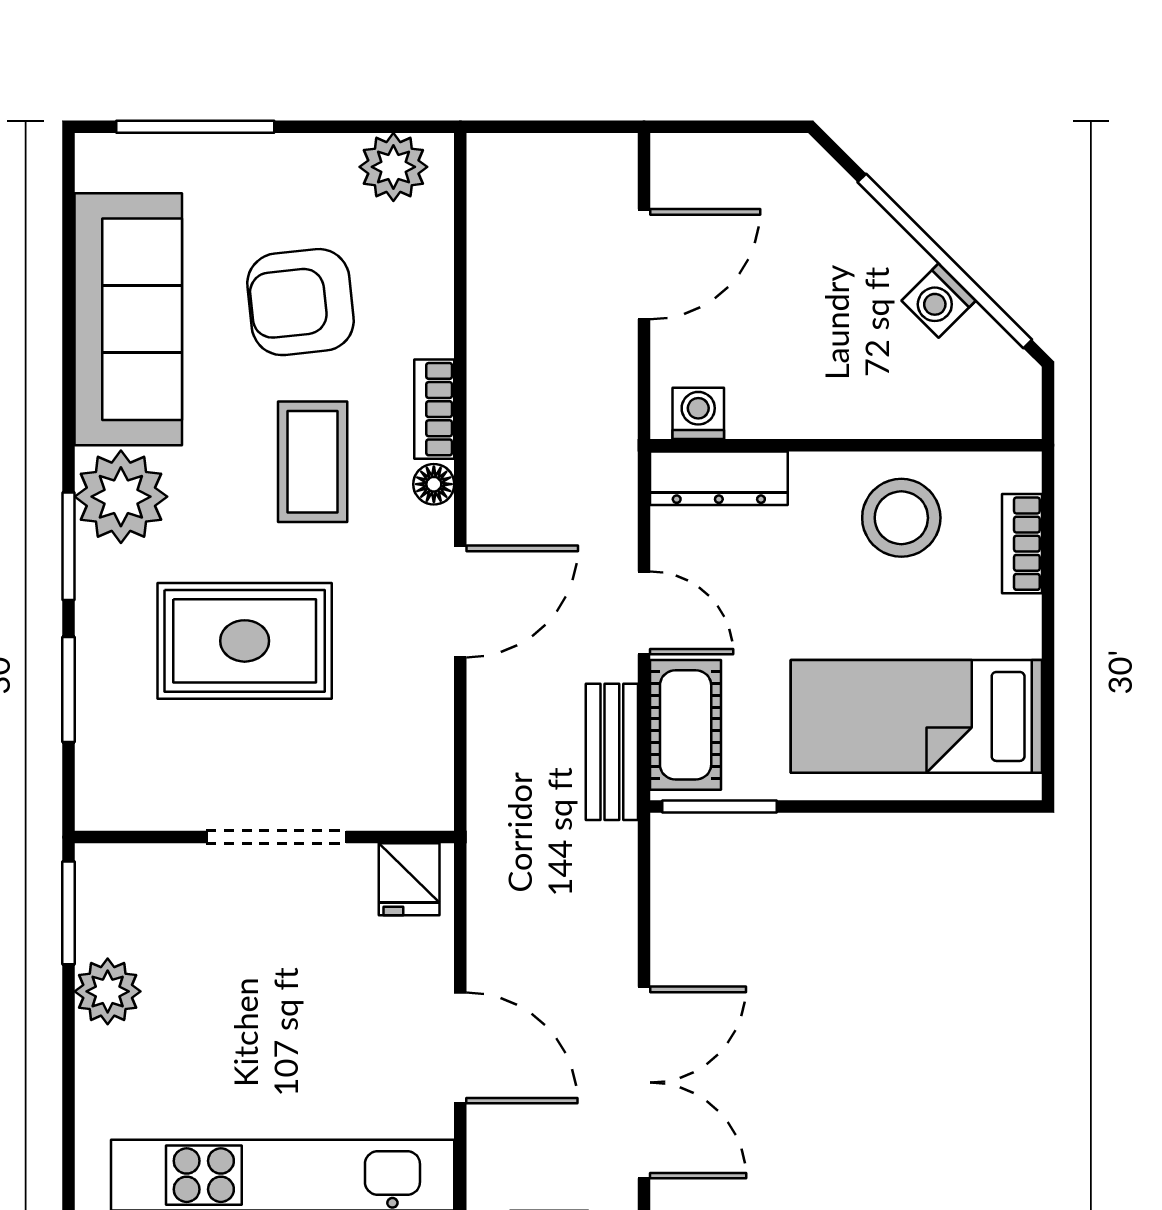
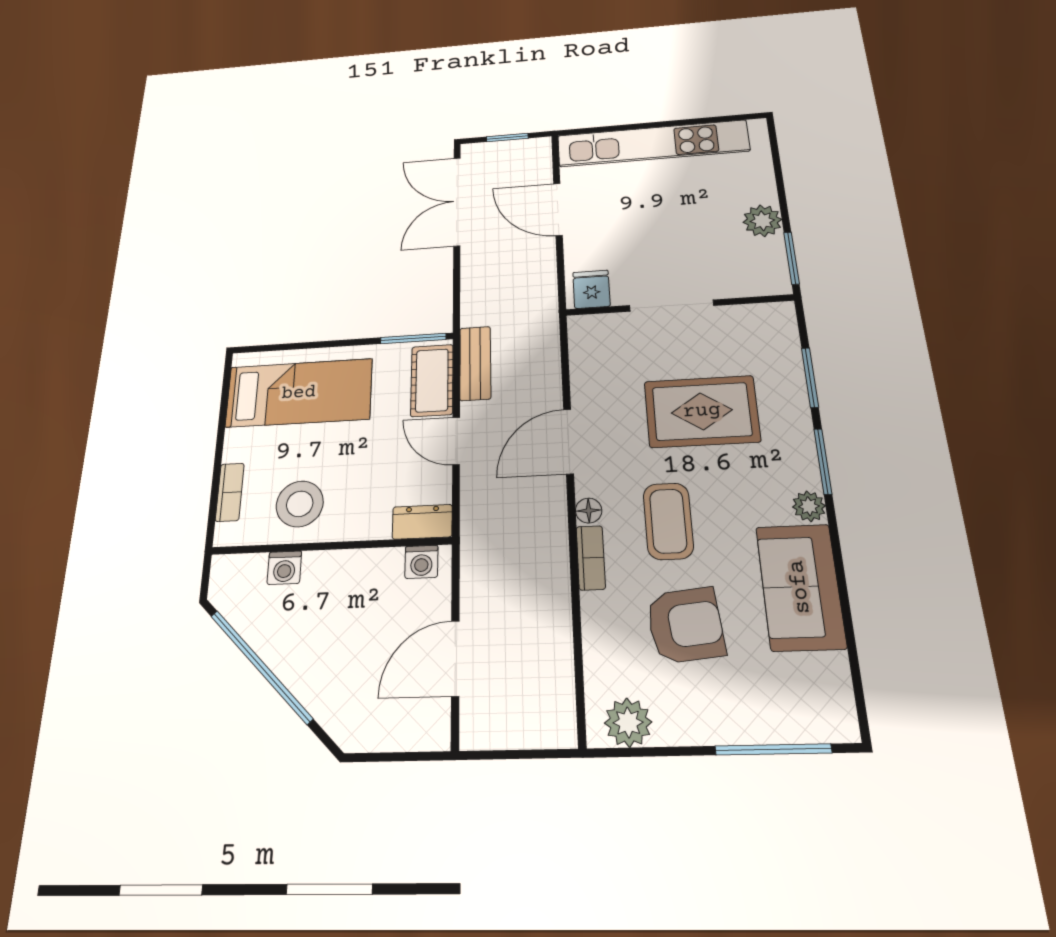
washing machine: (939, 301) -> (284, 568), moved, turned 135
sofa: (128, 319) -> (800, 587), width x0.73
dresser: (719, 478) -> (422, 522), width x0.70
plant: (121, 497) -> (809, 506), width x0.53, depth x0.53

